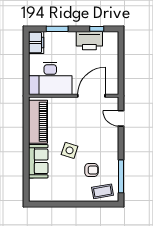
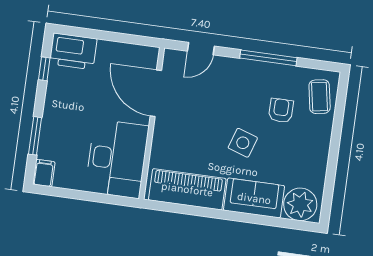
printer: (89, 41) -> (73, 51), moved, turned 90
filing cabinet: (36, 42) -> (44, 173), width x0.50
window: (121, 176) -> (268, 58), moved
plant: (38, 189) -> (300, 204), added

